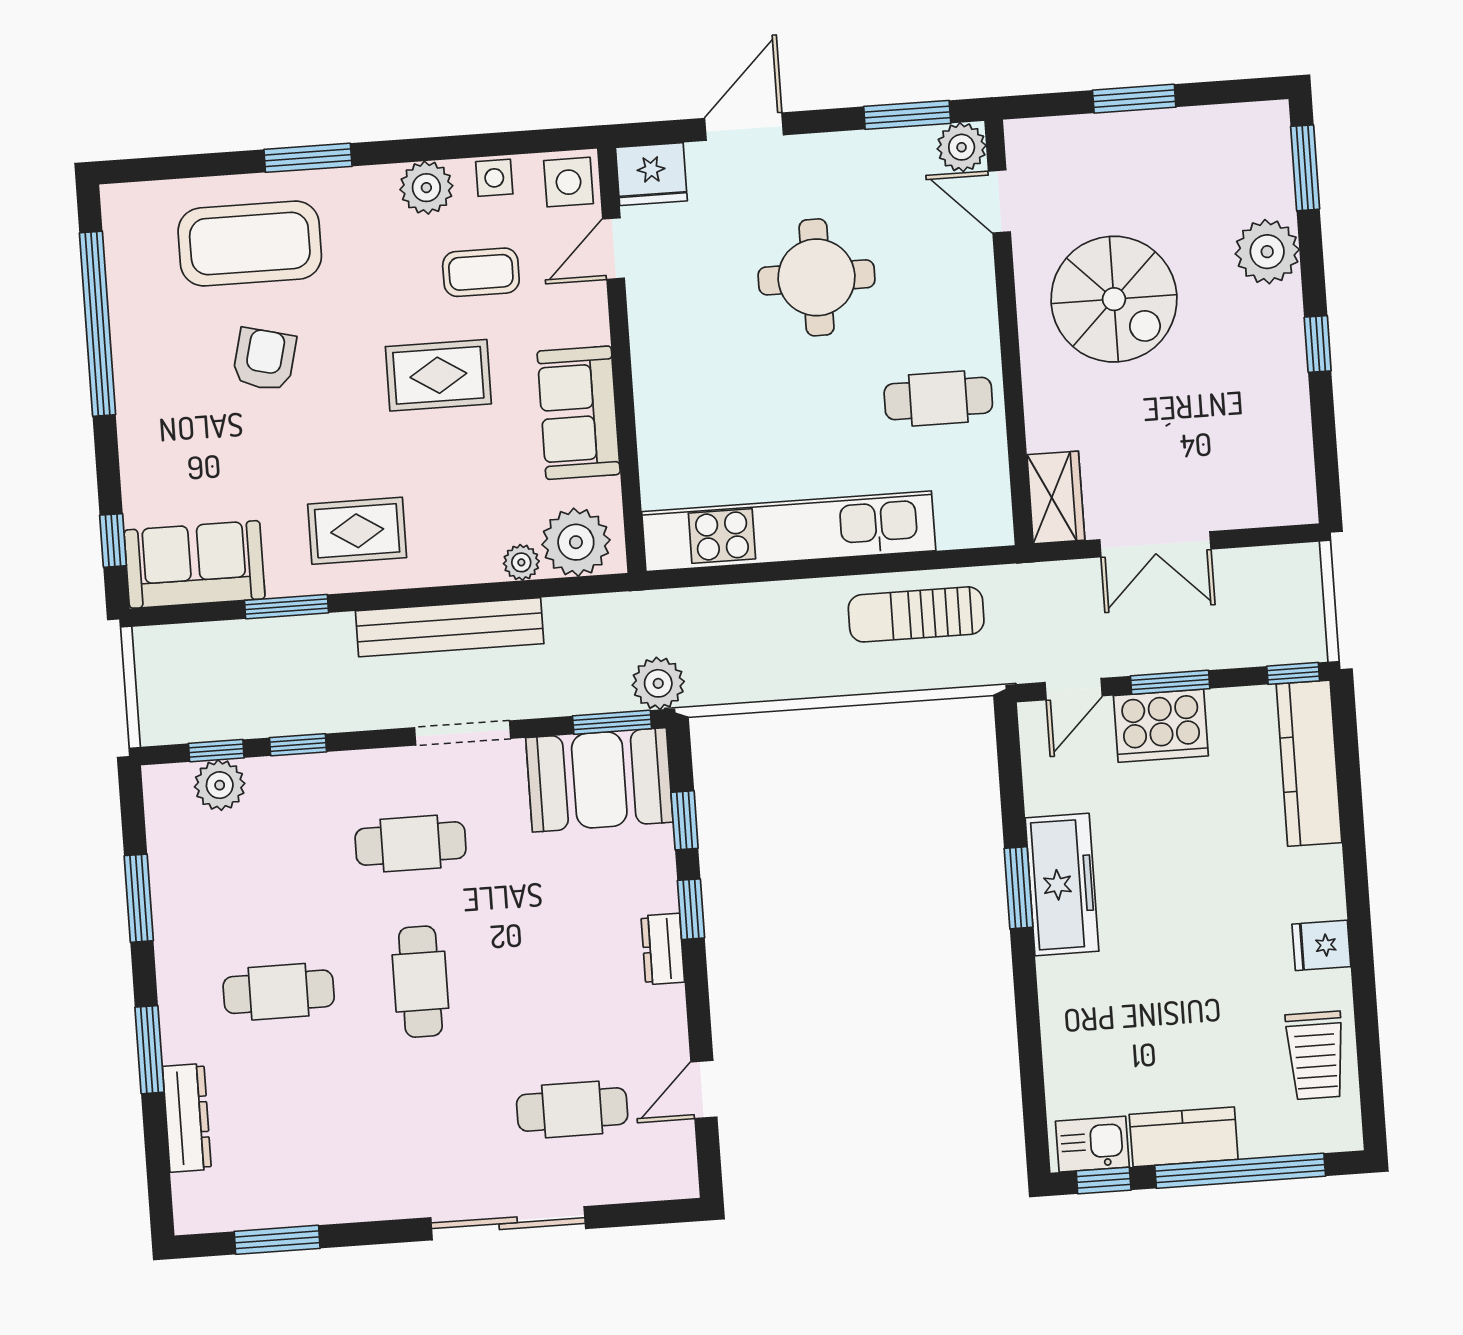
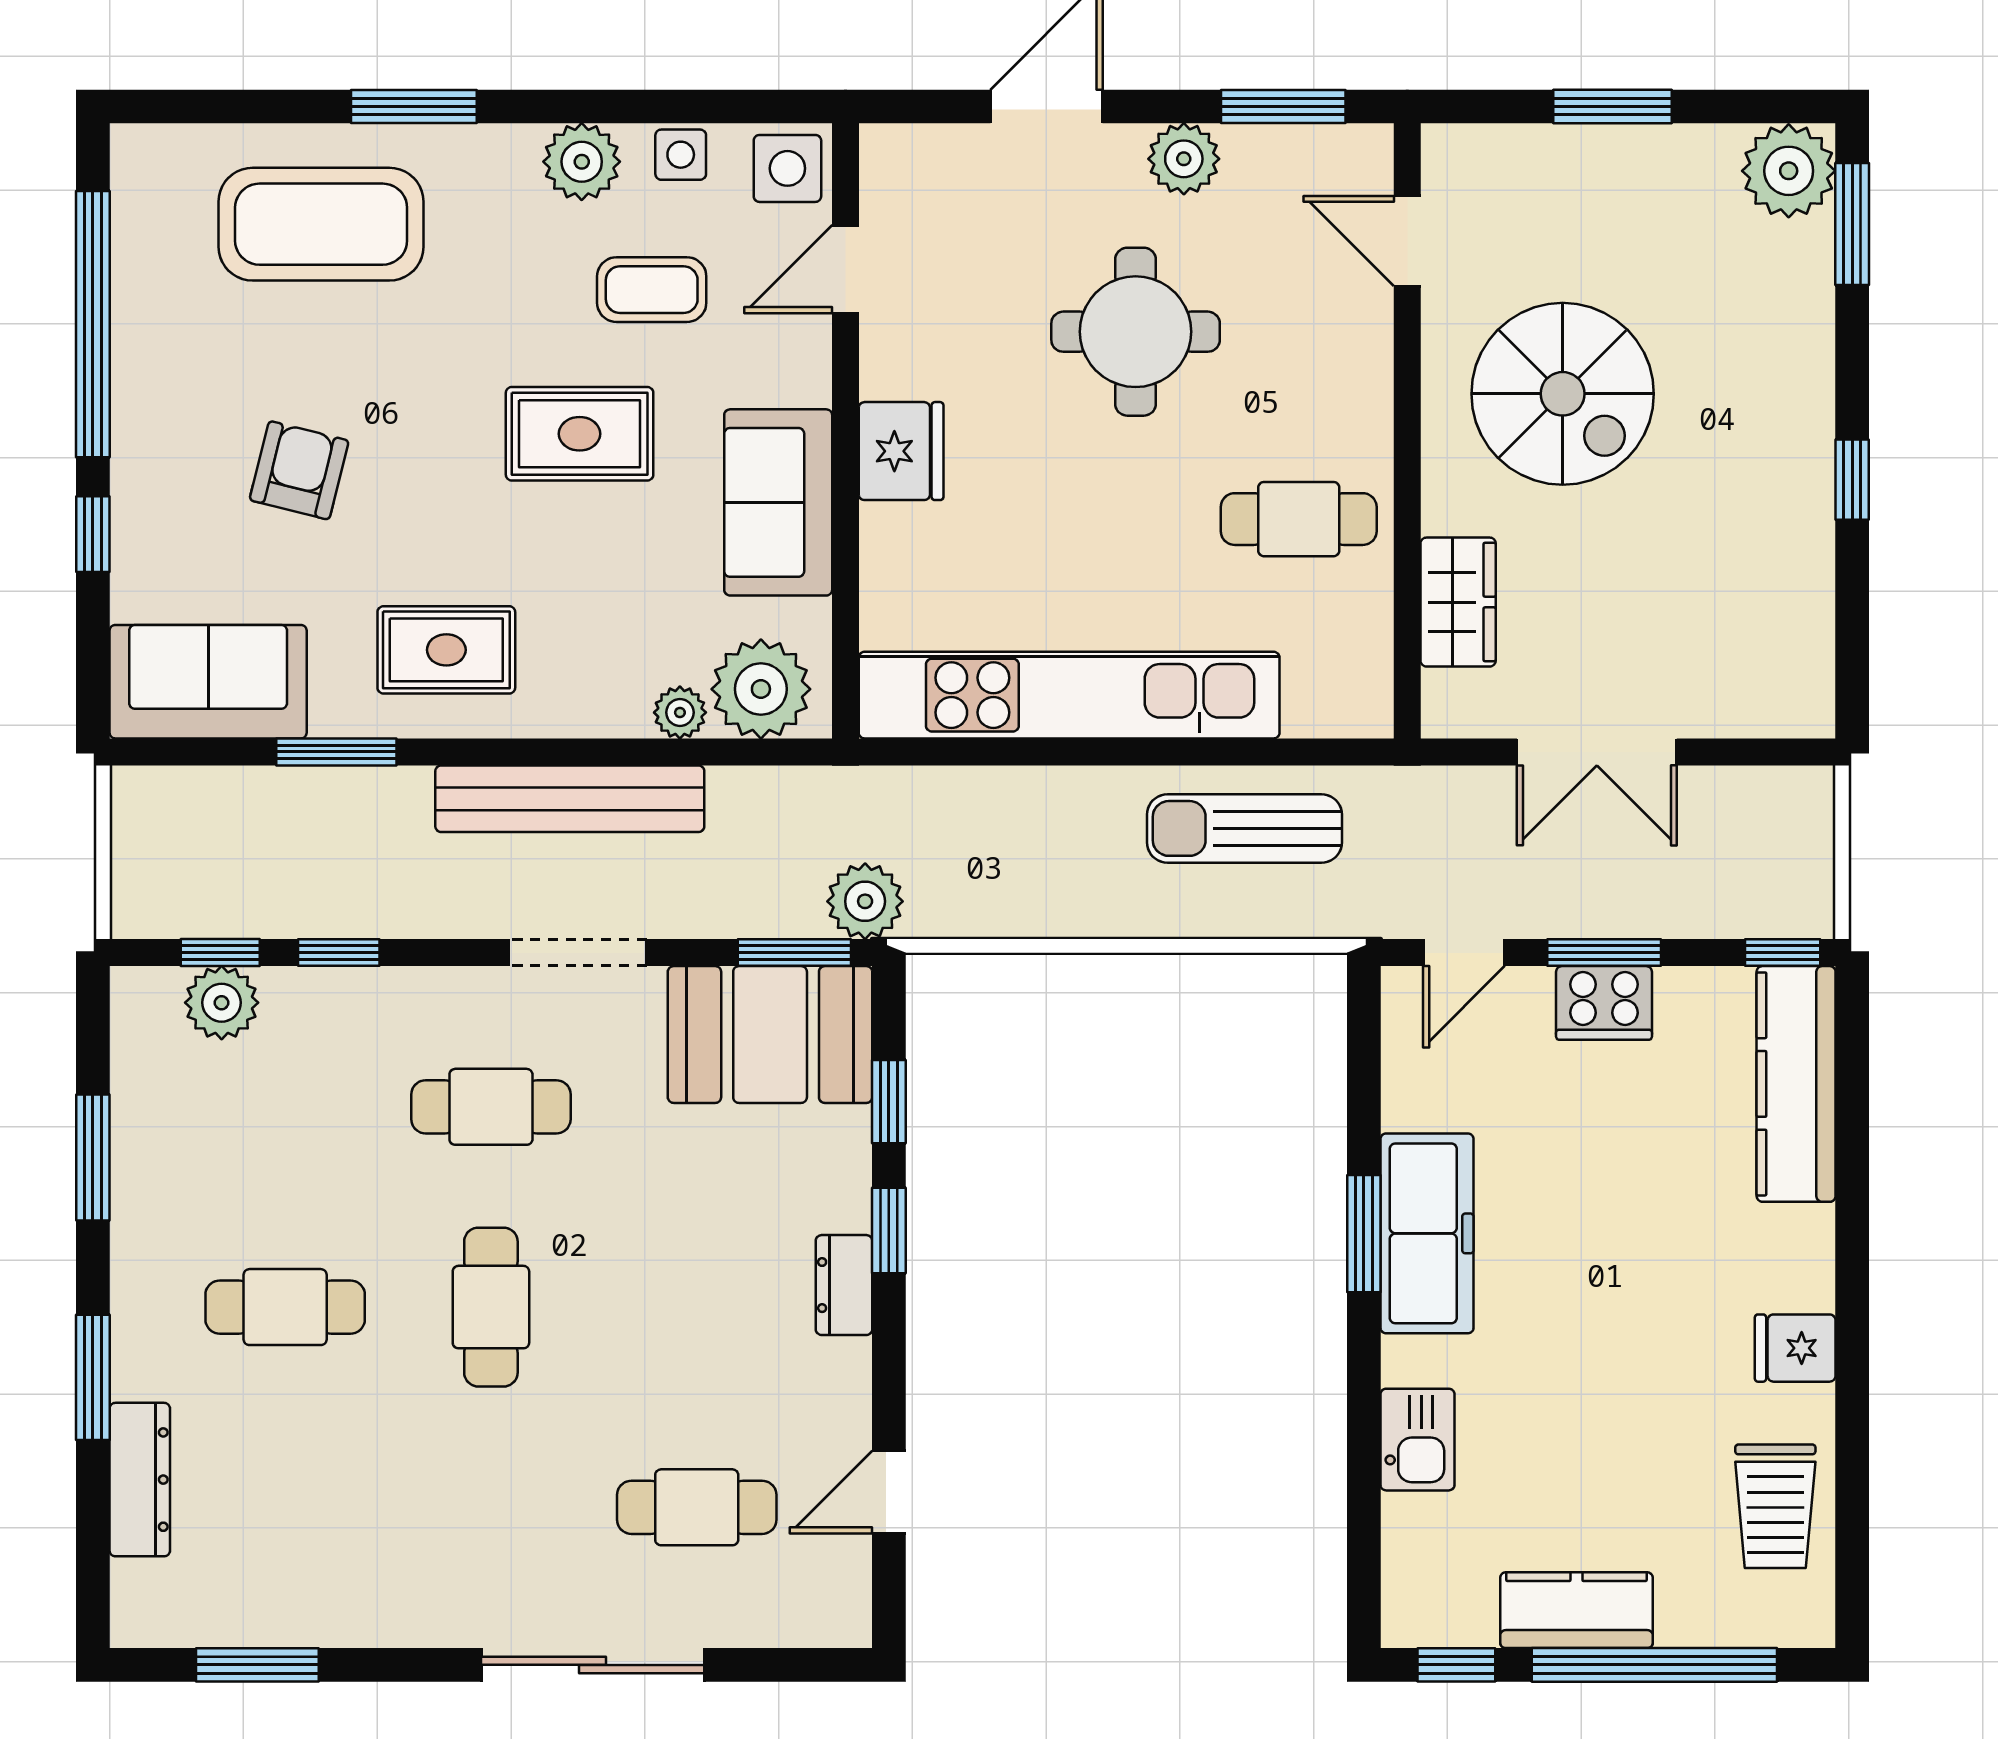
plant: (962, 147) -> (1184, 159), moved
fridge: (651, 174) -> (901, 451), moved, turned -90
plant: (1267, 252) -> (1789, 171), moved
armchair: (264, 359) -> (299, 470), moved
wardrobe: (1056, 497) -> (1458, 602), moved
window: (113, 540) -> (93, 534), moved
cooker: (1161, 726) -> (1604, 1003), width x0.73, depth x0.76
kitchen sink: (1092, 1144) -> (1417, 1440), moved, turned 90

